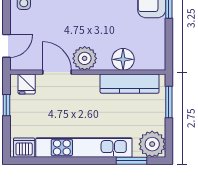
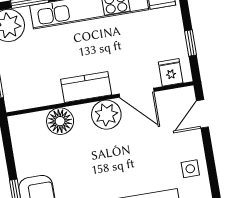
kitchen counter: (130, 84) -> (86, 87), moved, width x0.67

